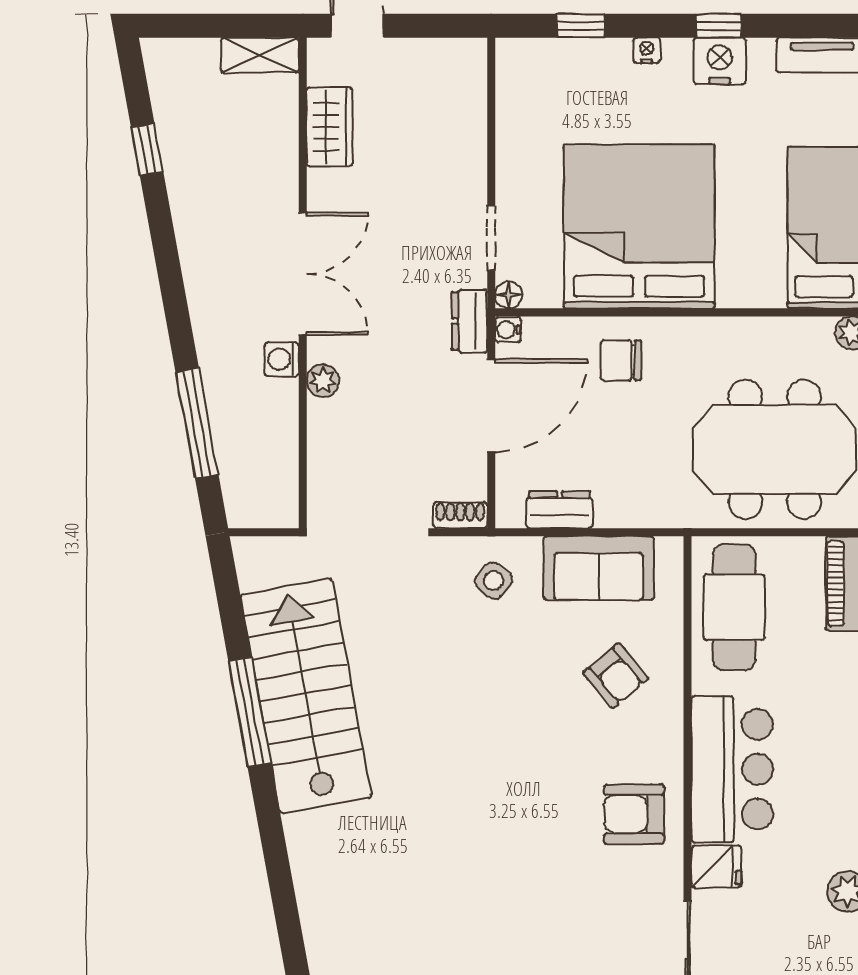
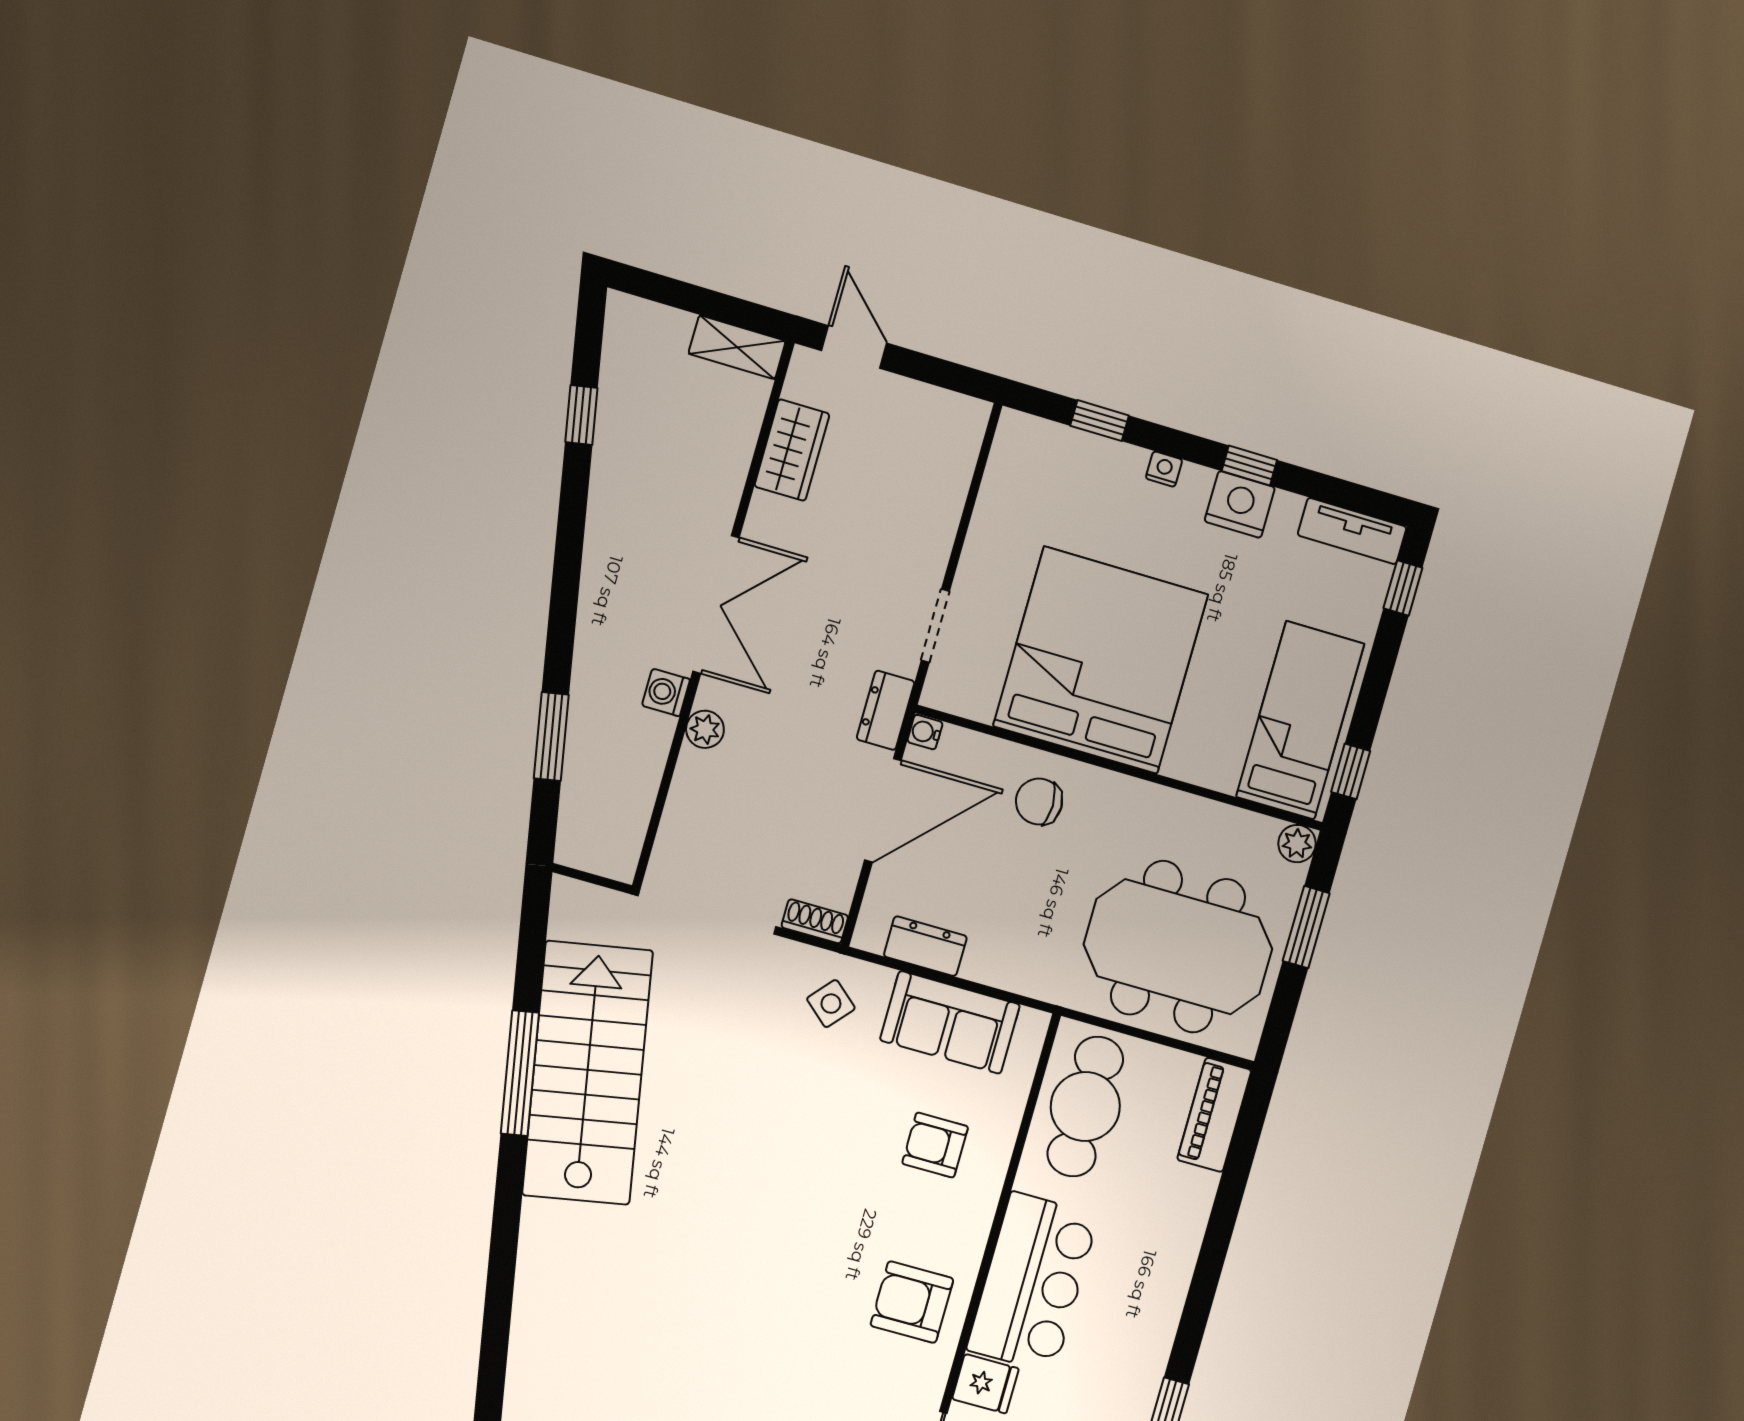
floor lamp: (509, 295) -> (937, 694), removed
window: (197, 423) -> (551, 736), width x0.69
armchair: (616, 676) -> (935, 1145), turned 130

